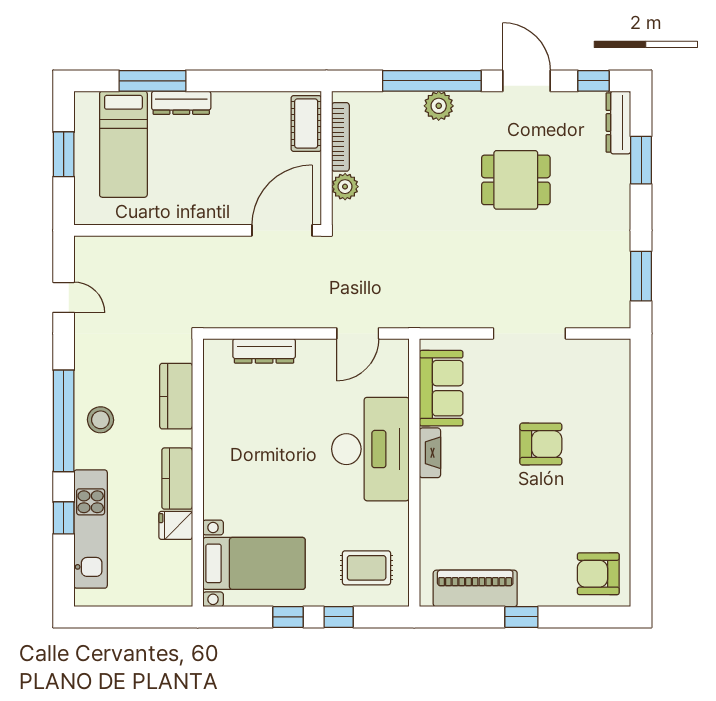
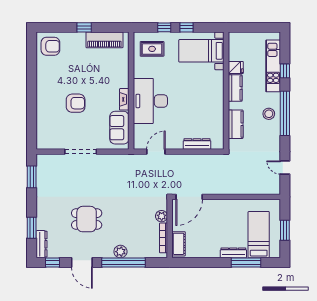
armchair: (541, 444) -> (76, 103), turned 180

